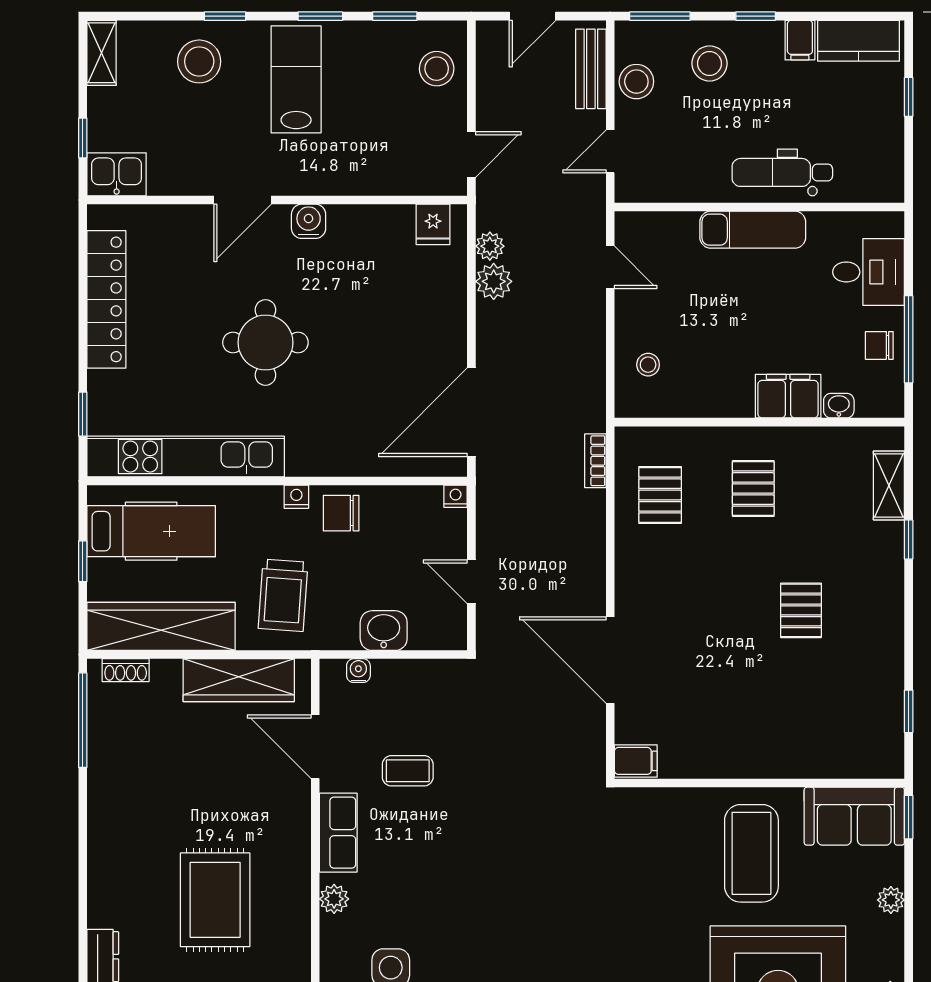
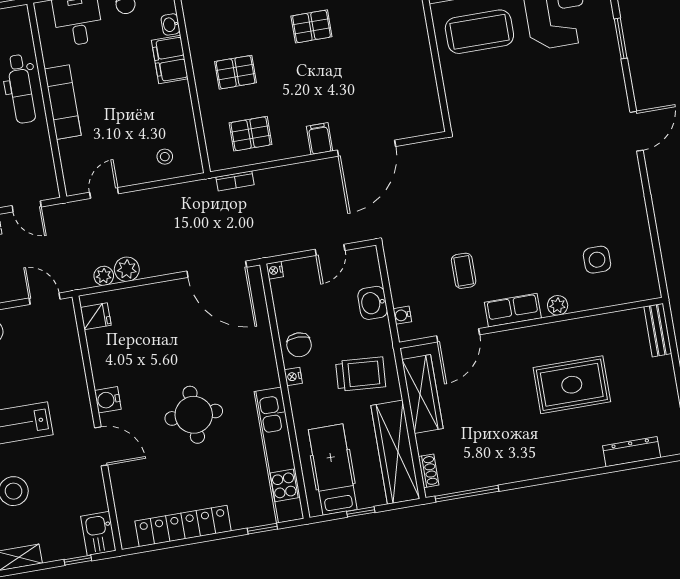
filing cabinet: (636, 761) -> (320, 139), moved

